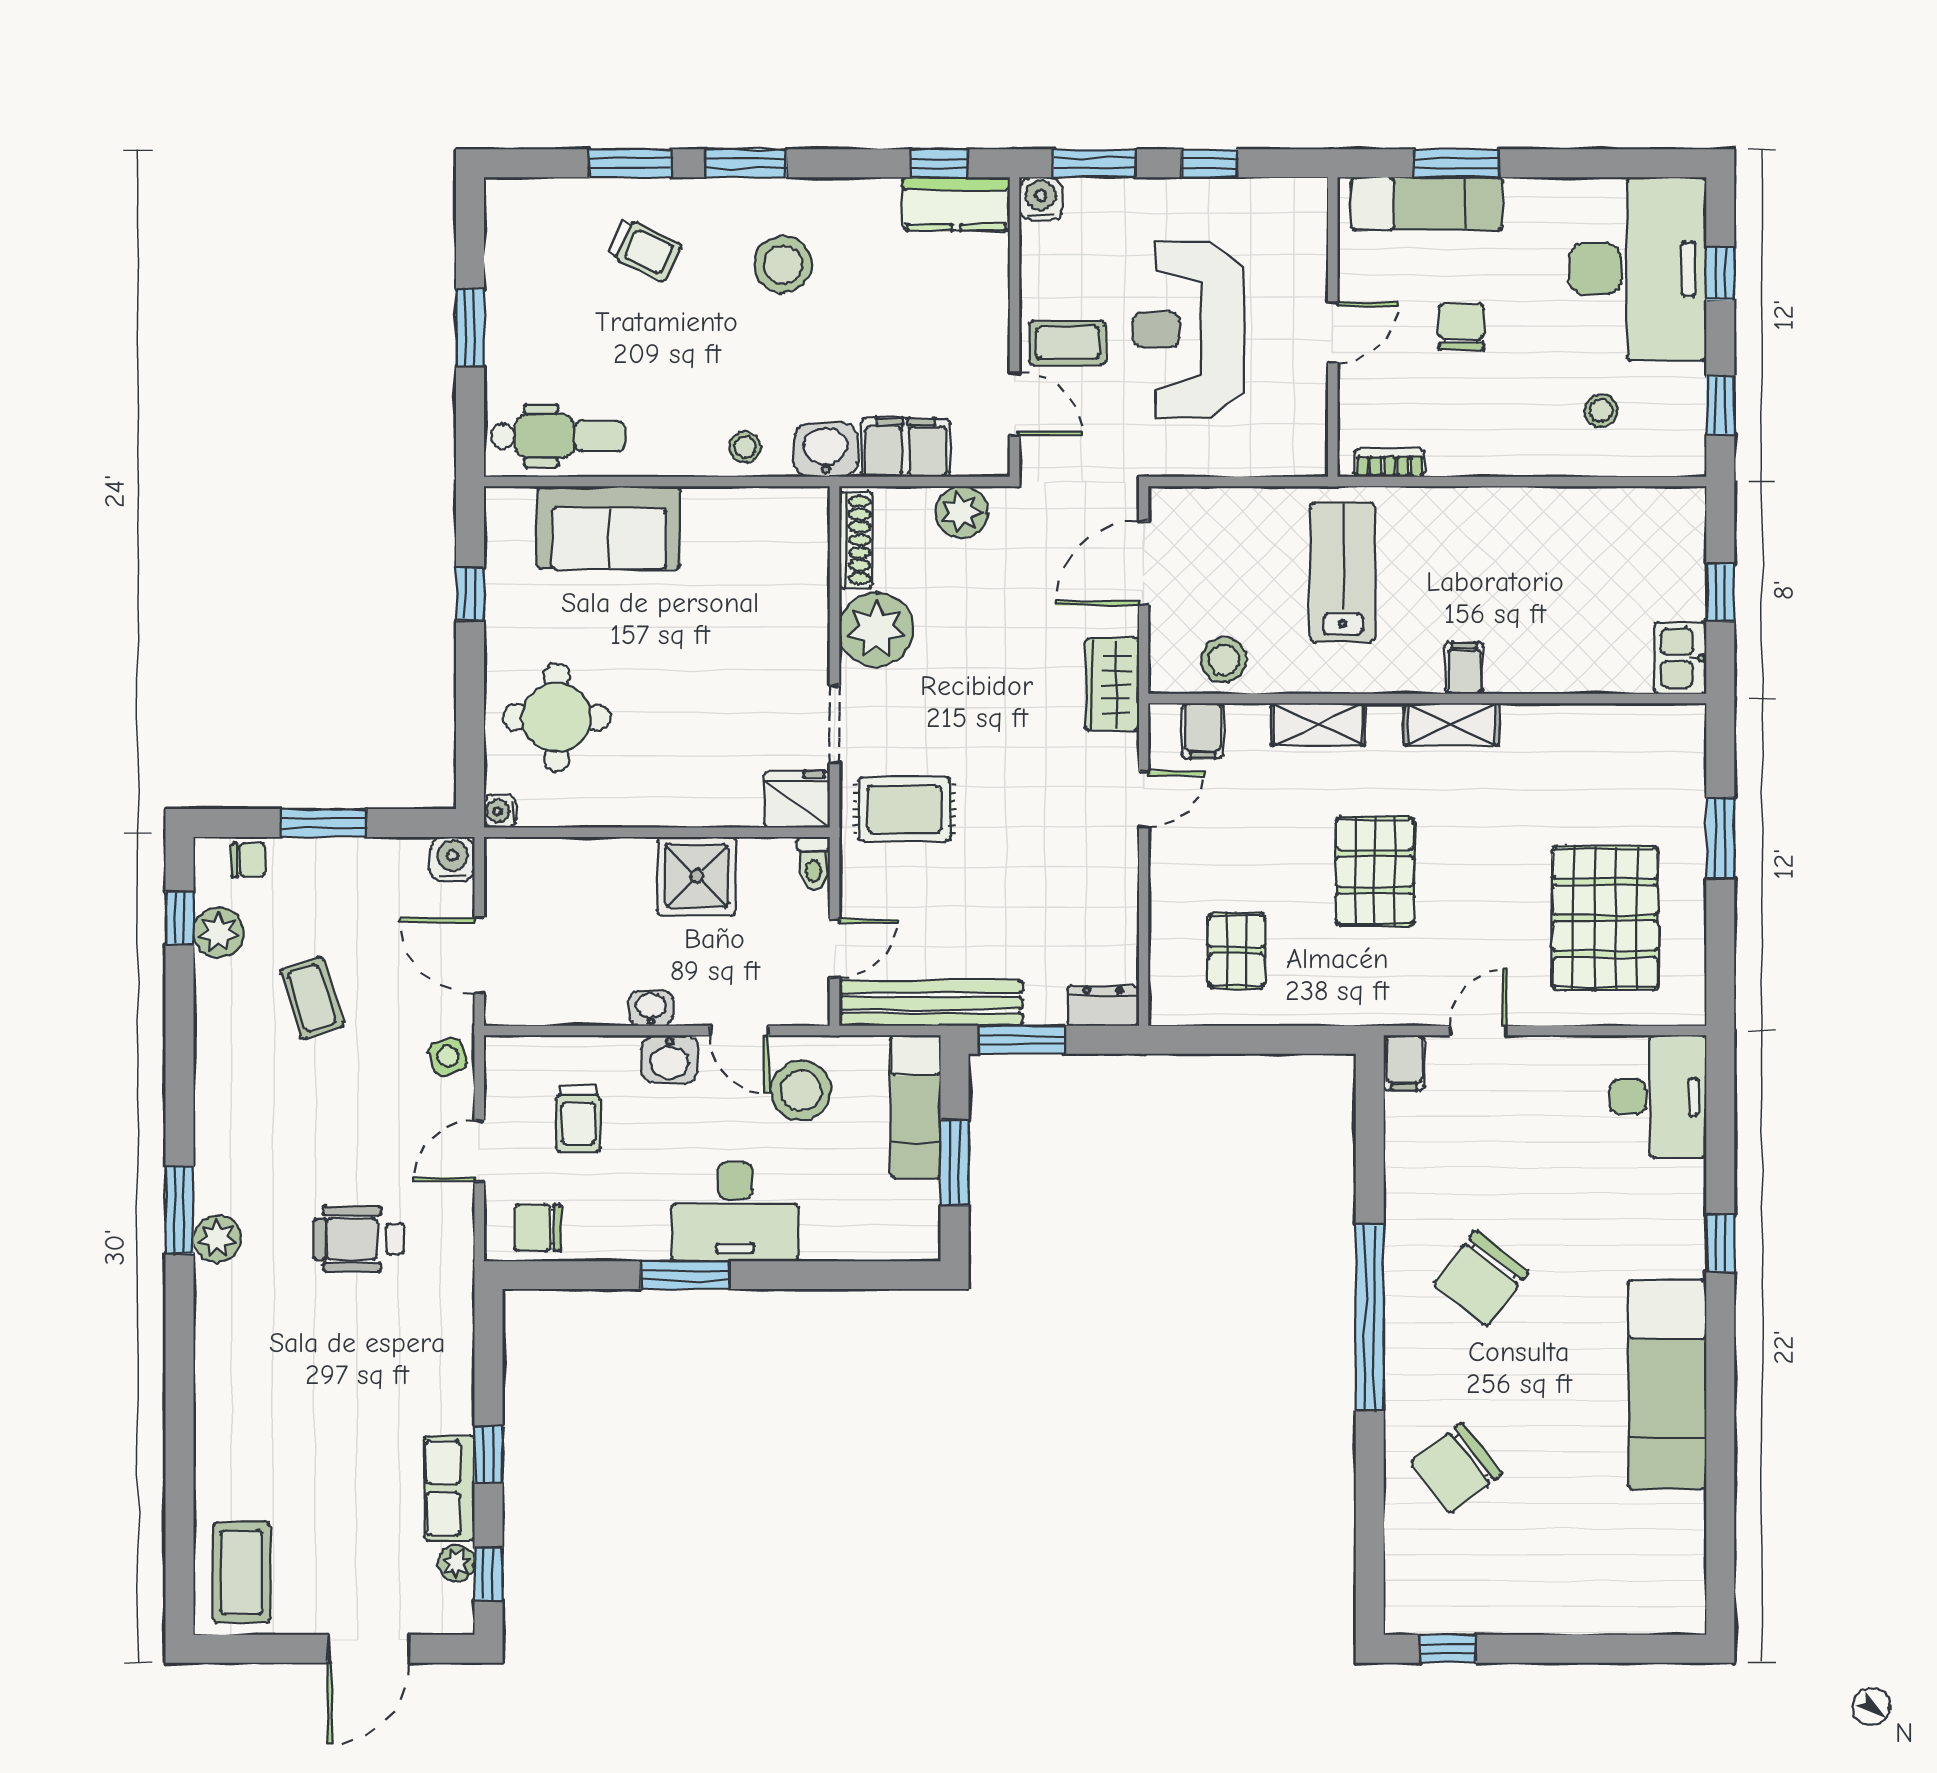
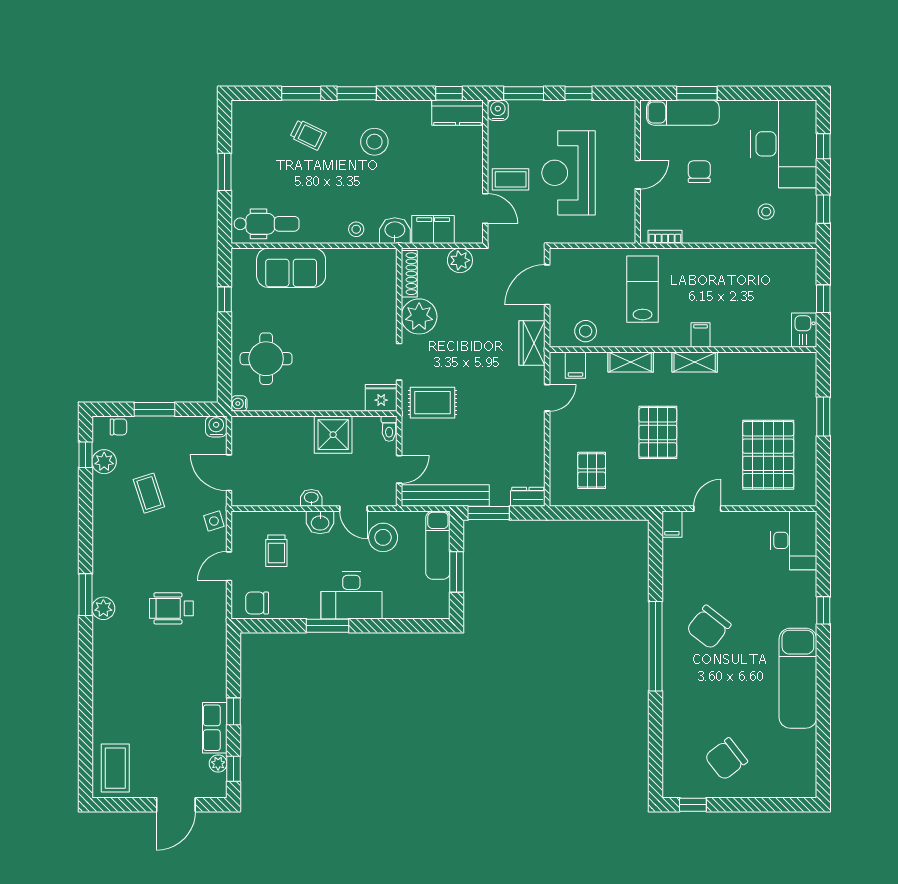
chair: (1456, 1468) -> (726, 759), moved

